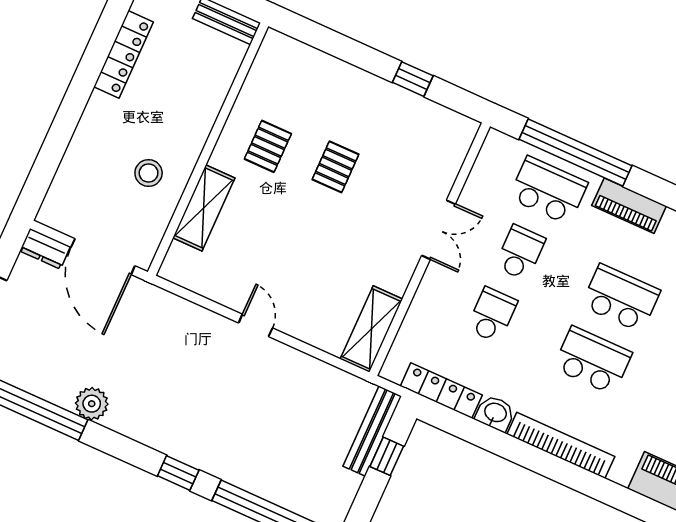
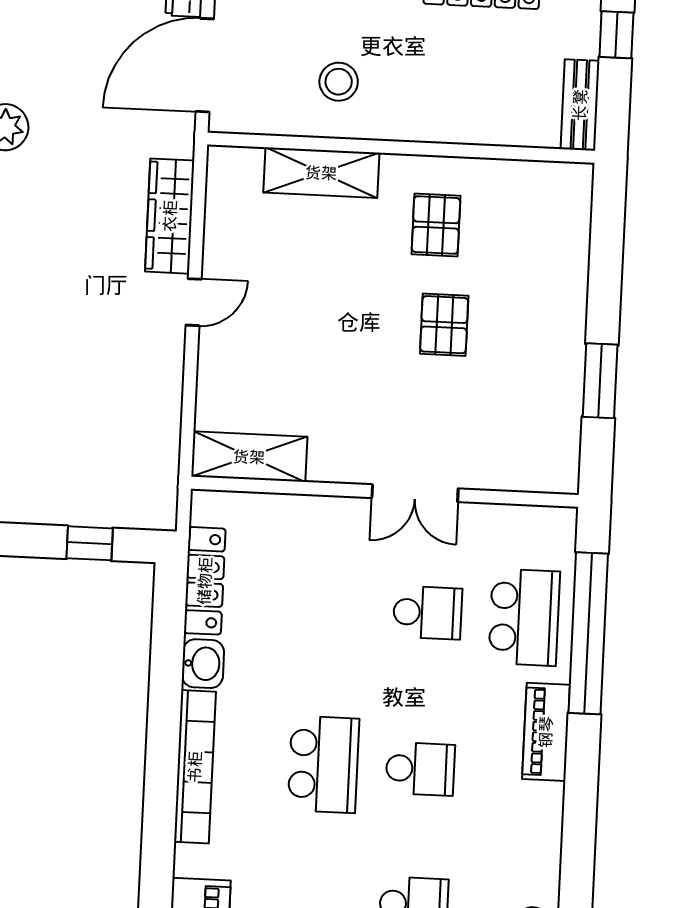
window: (413, 79) -> (600, 381), width x1.50
pallet: (268, 146) -> (436, 225), turned 90
pallet: (335, 167) -> (444, 325), turned 90
school desk: (621, 298) -> (420, 769), width x0.54
school desk: (492, 315) -> (331, 608), removed
wardrobe: (193, 319) -> (170, 216), added
bench: (372, 431) -> (115, 511), removed

